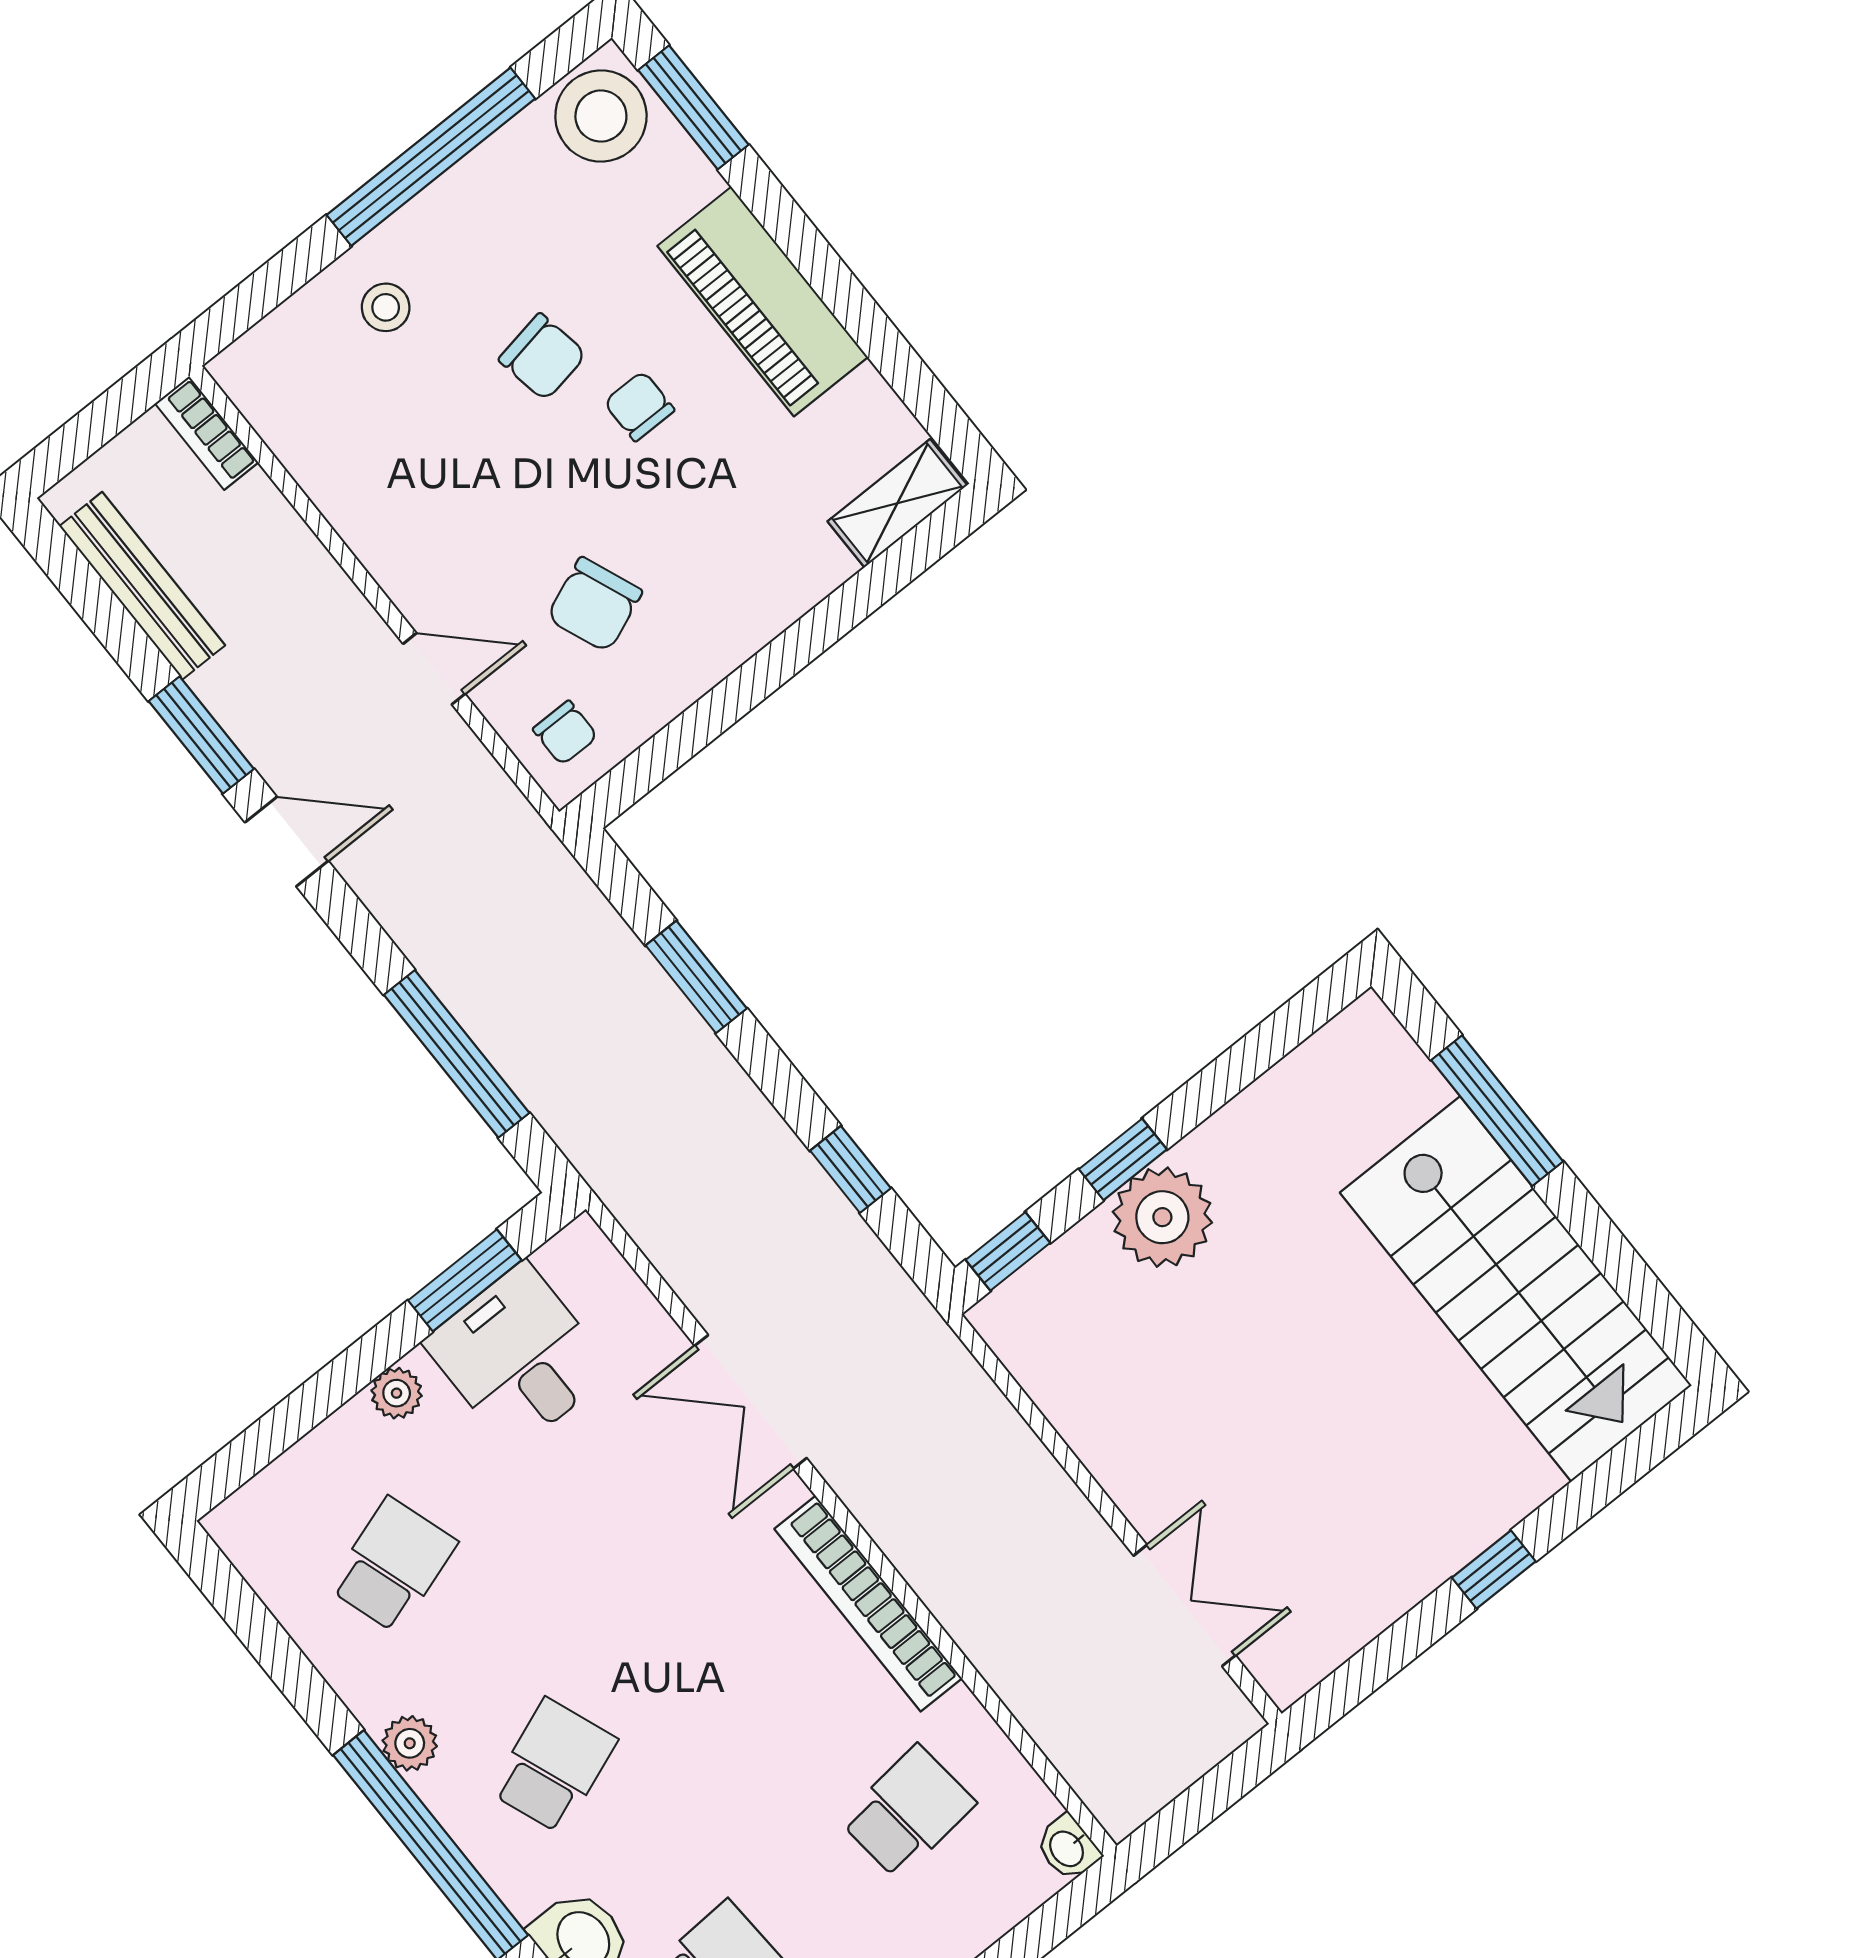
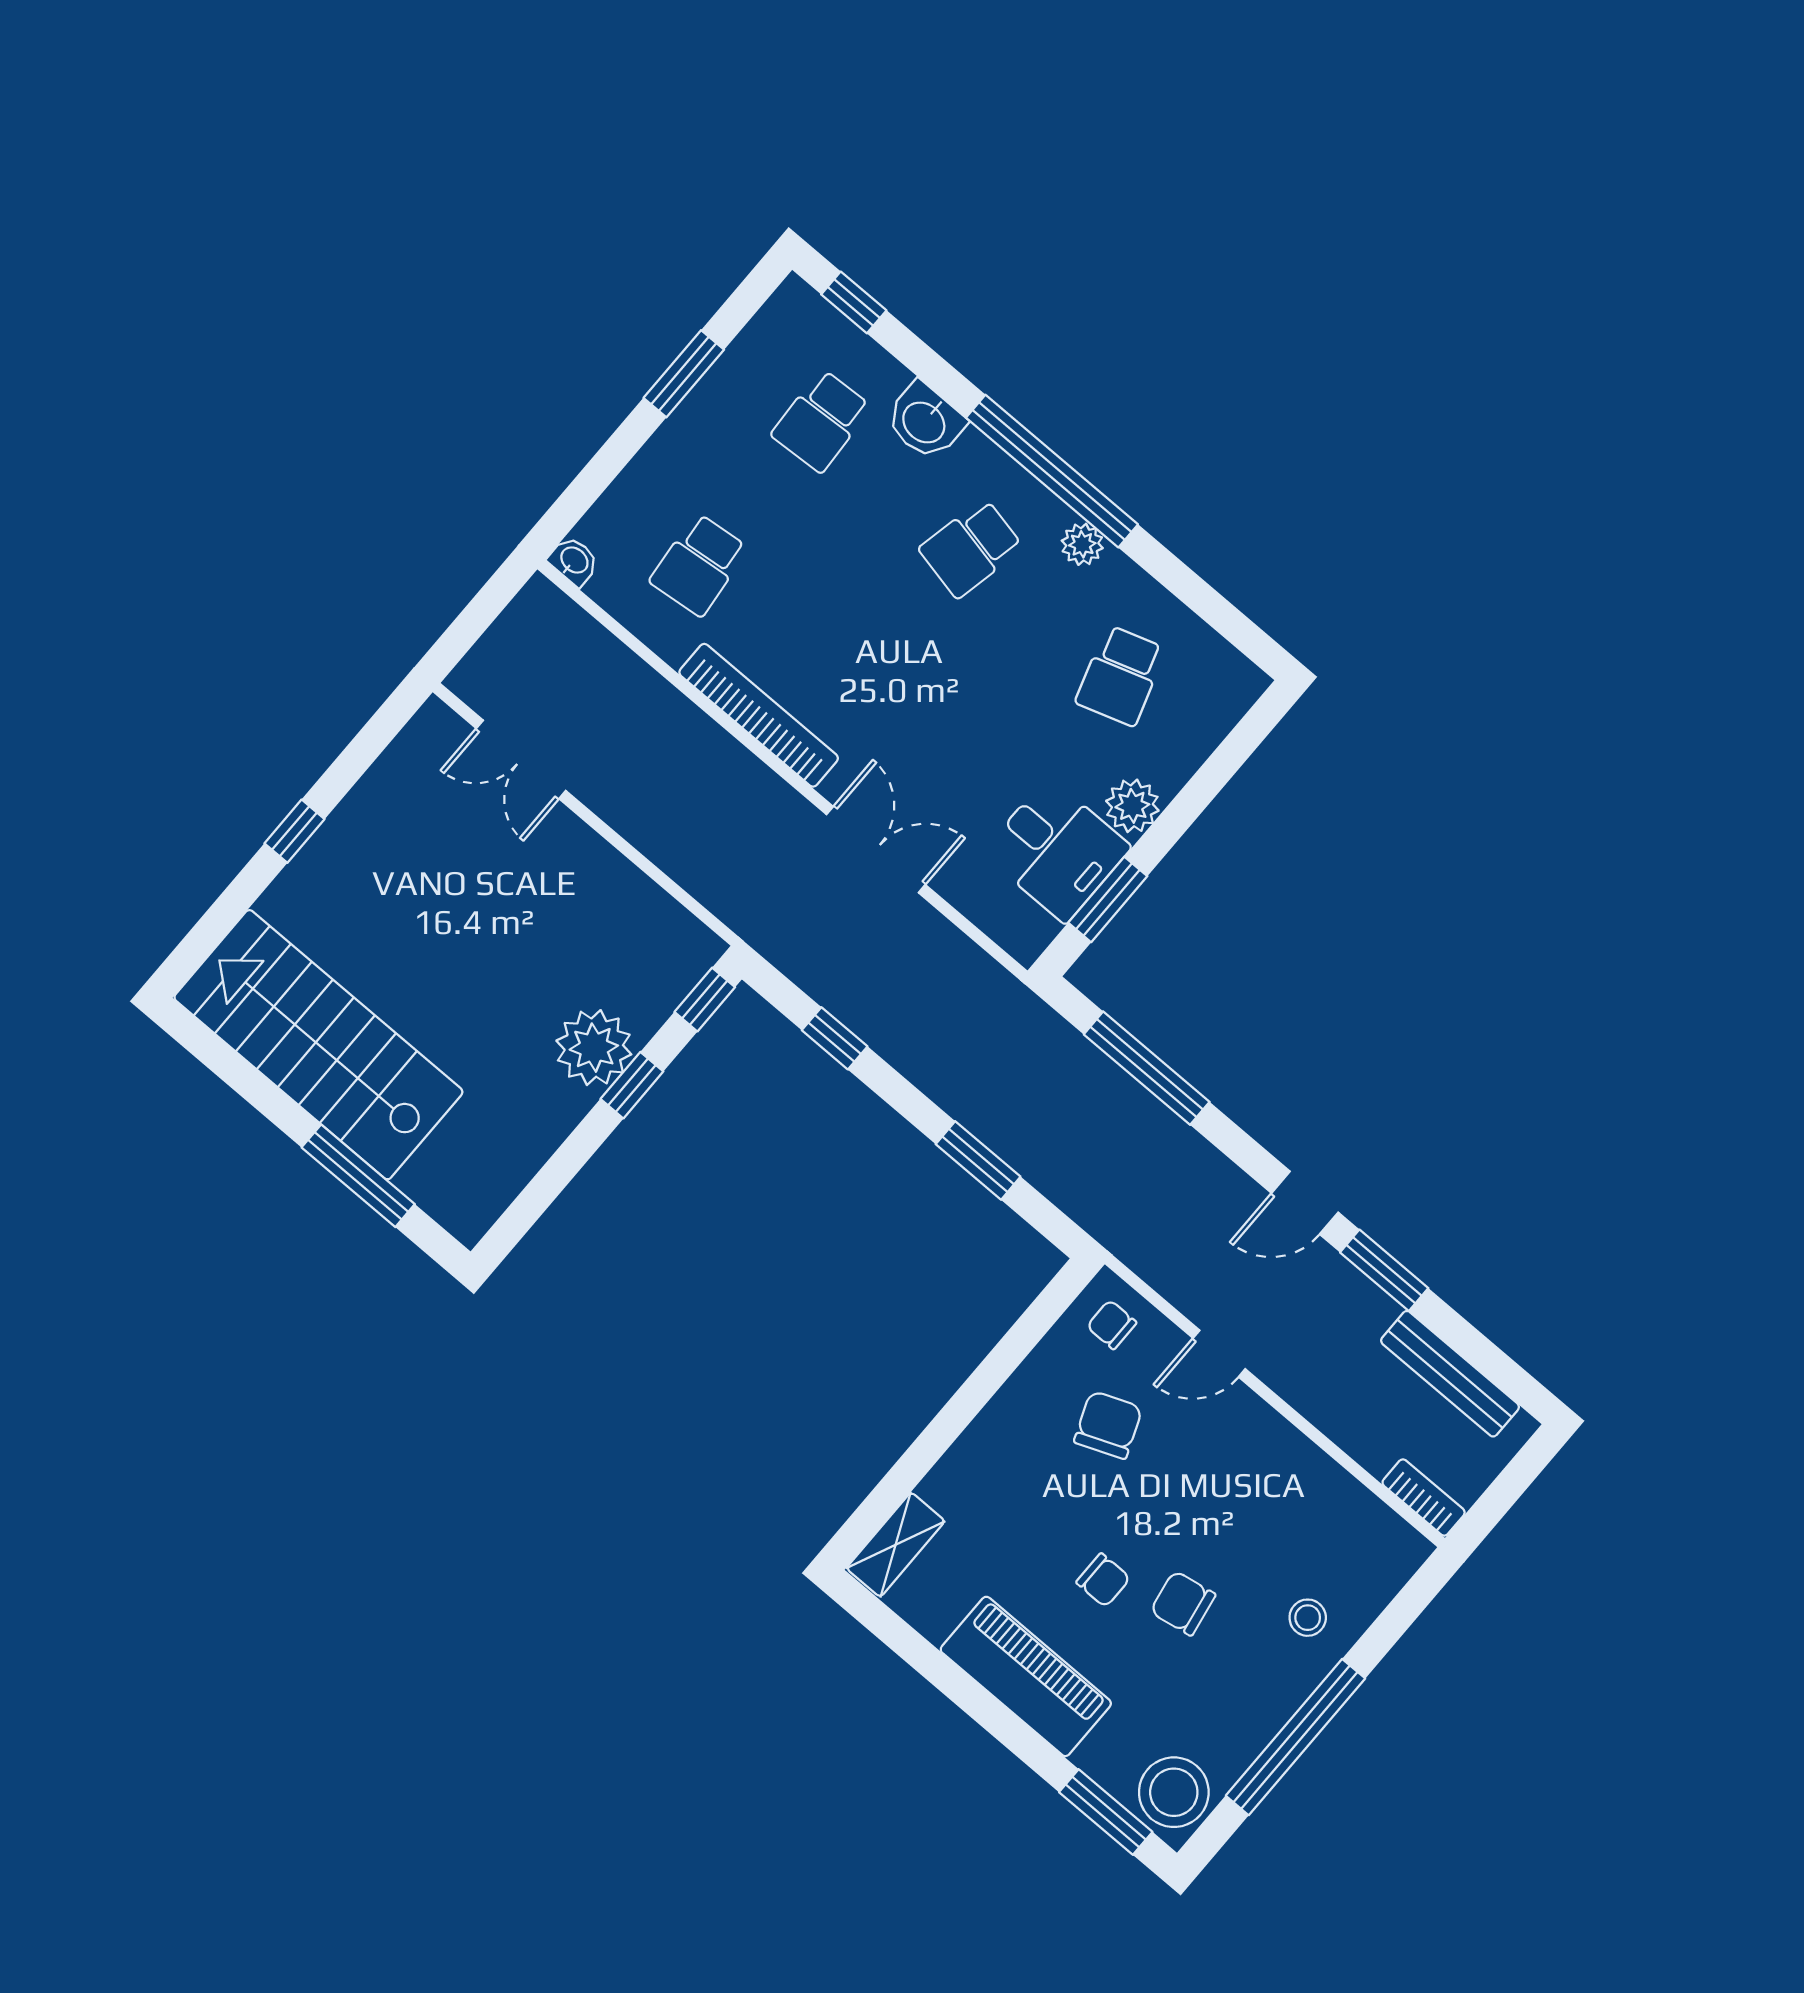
plant: (397, 1393) -> (1132, 806), width x1.38, depth x1.38
school desk: (554, 1766) -> (971, 548), turned 33

